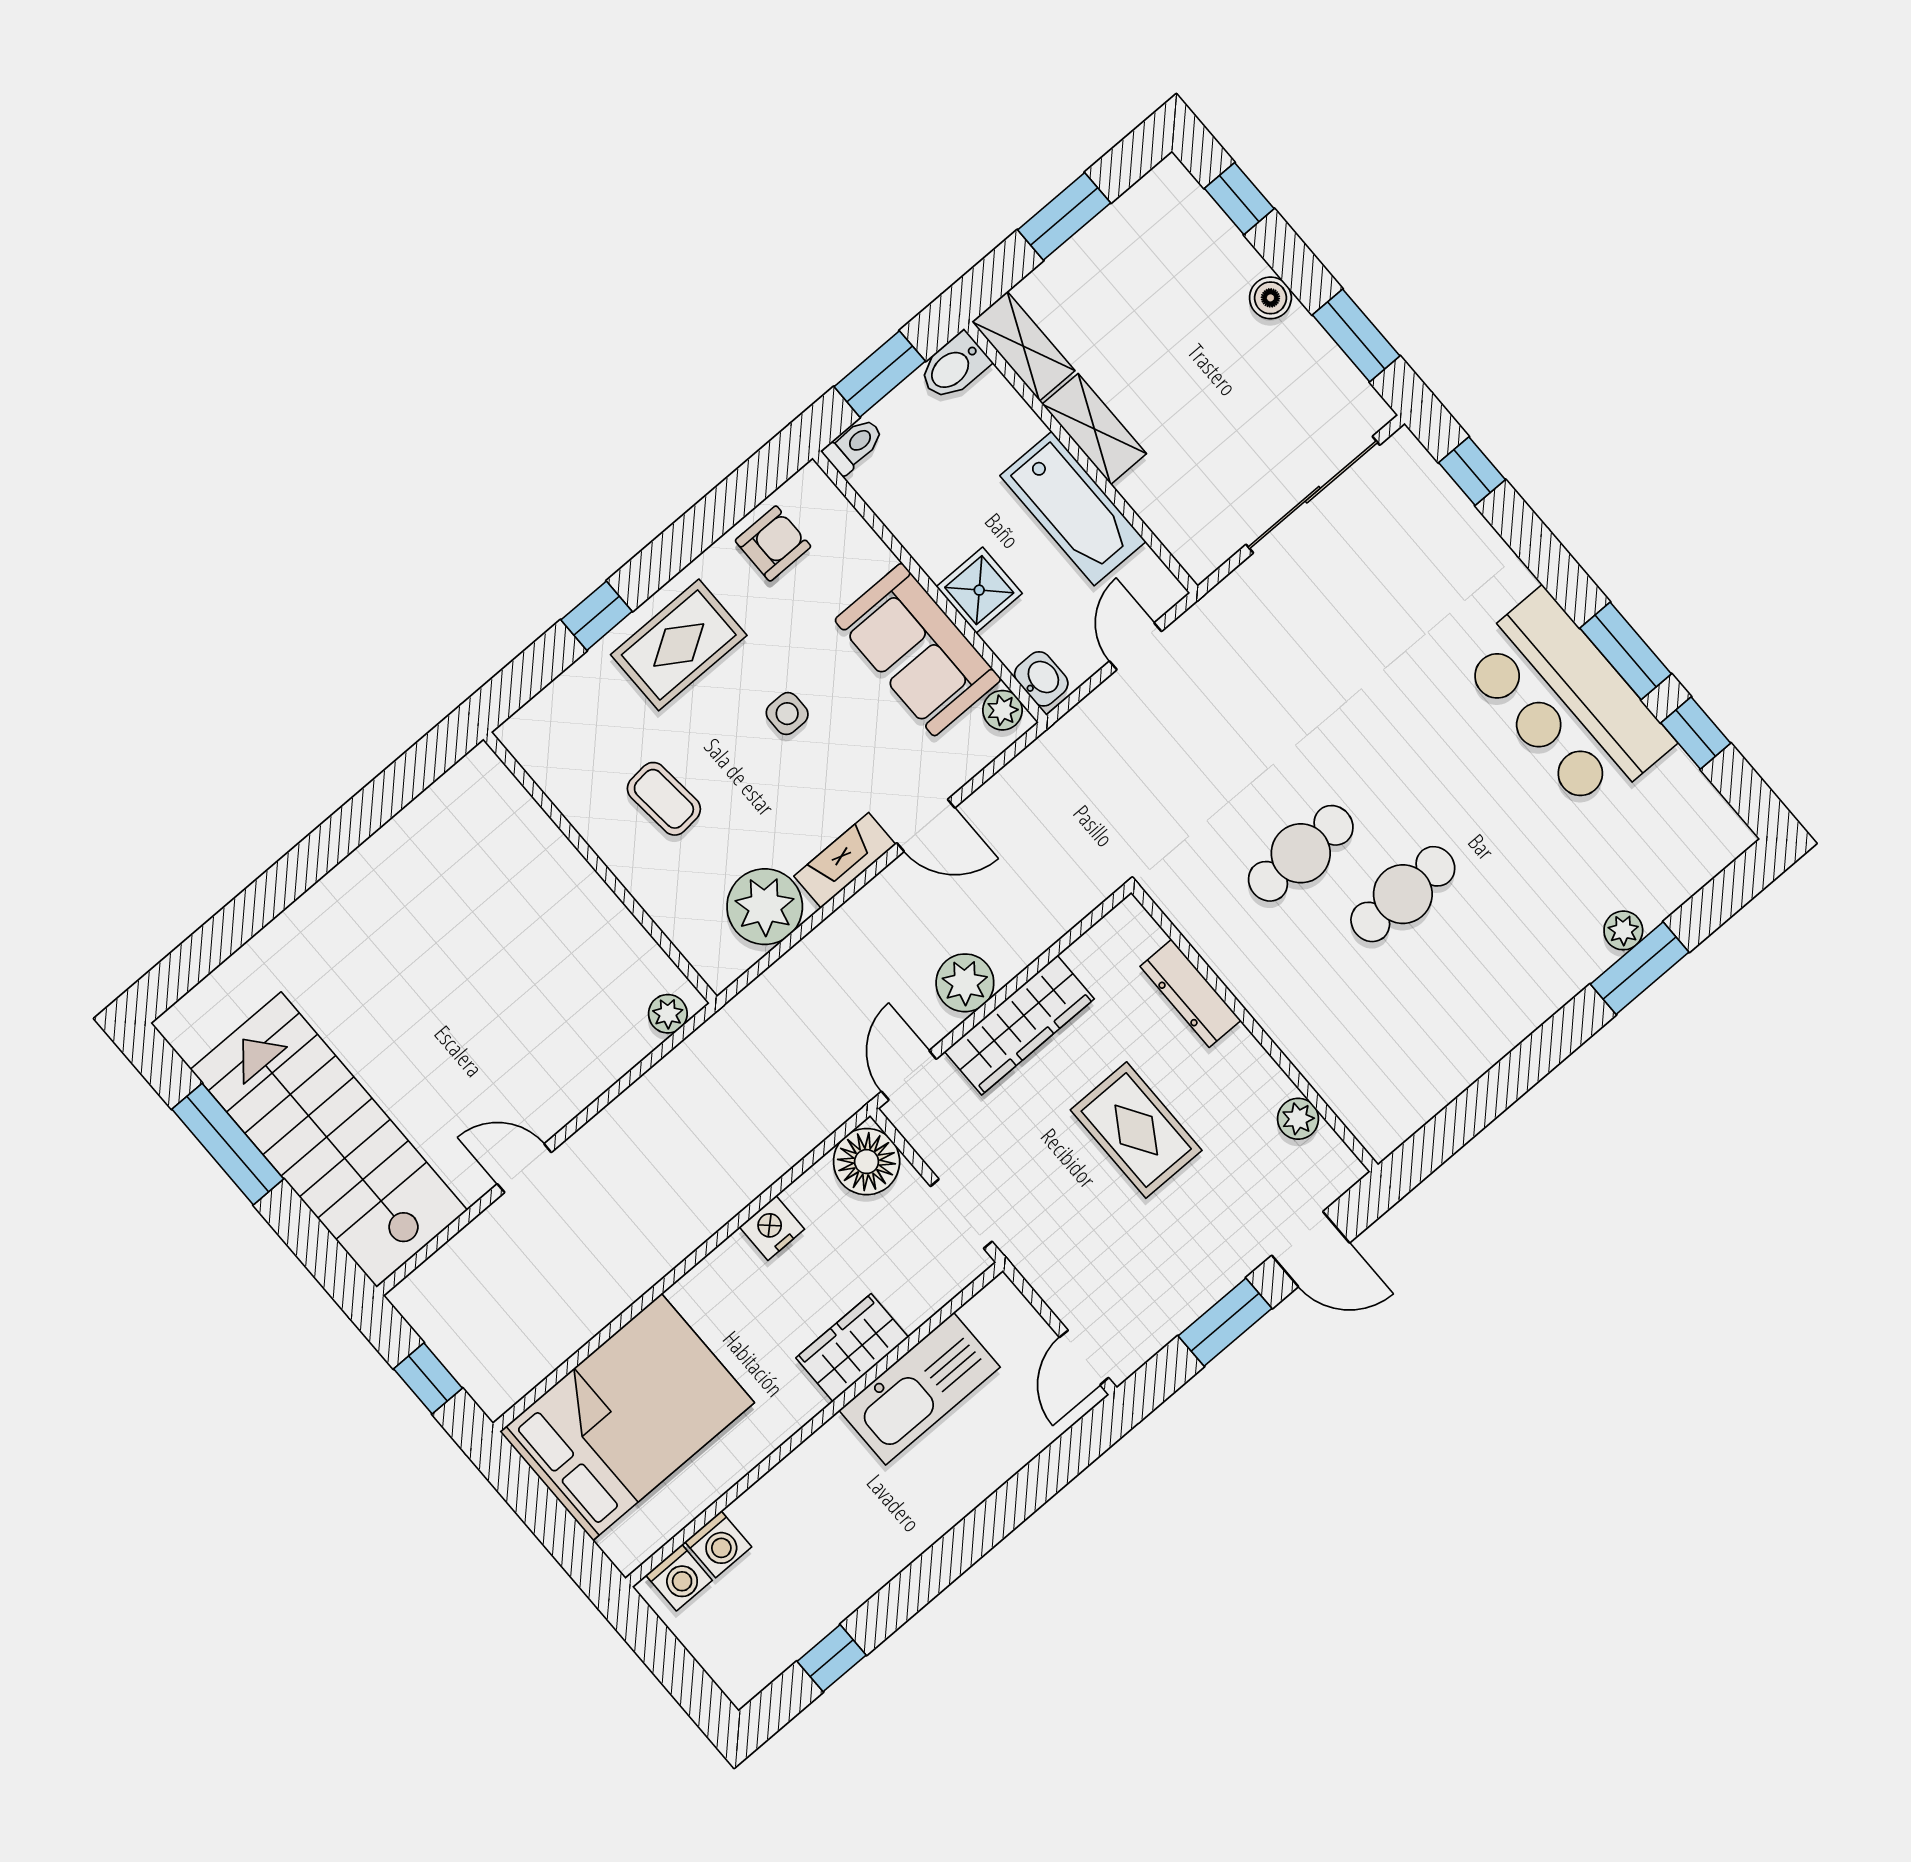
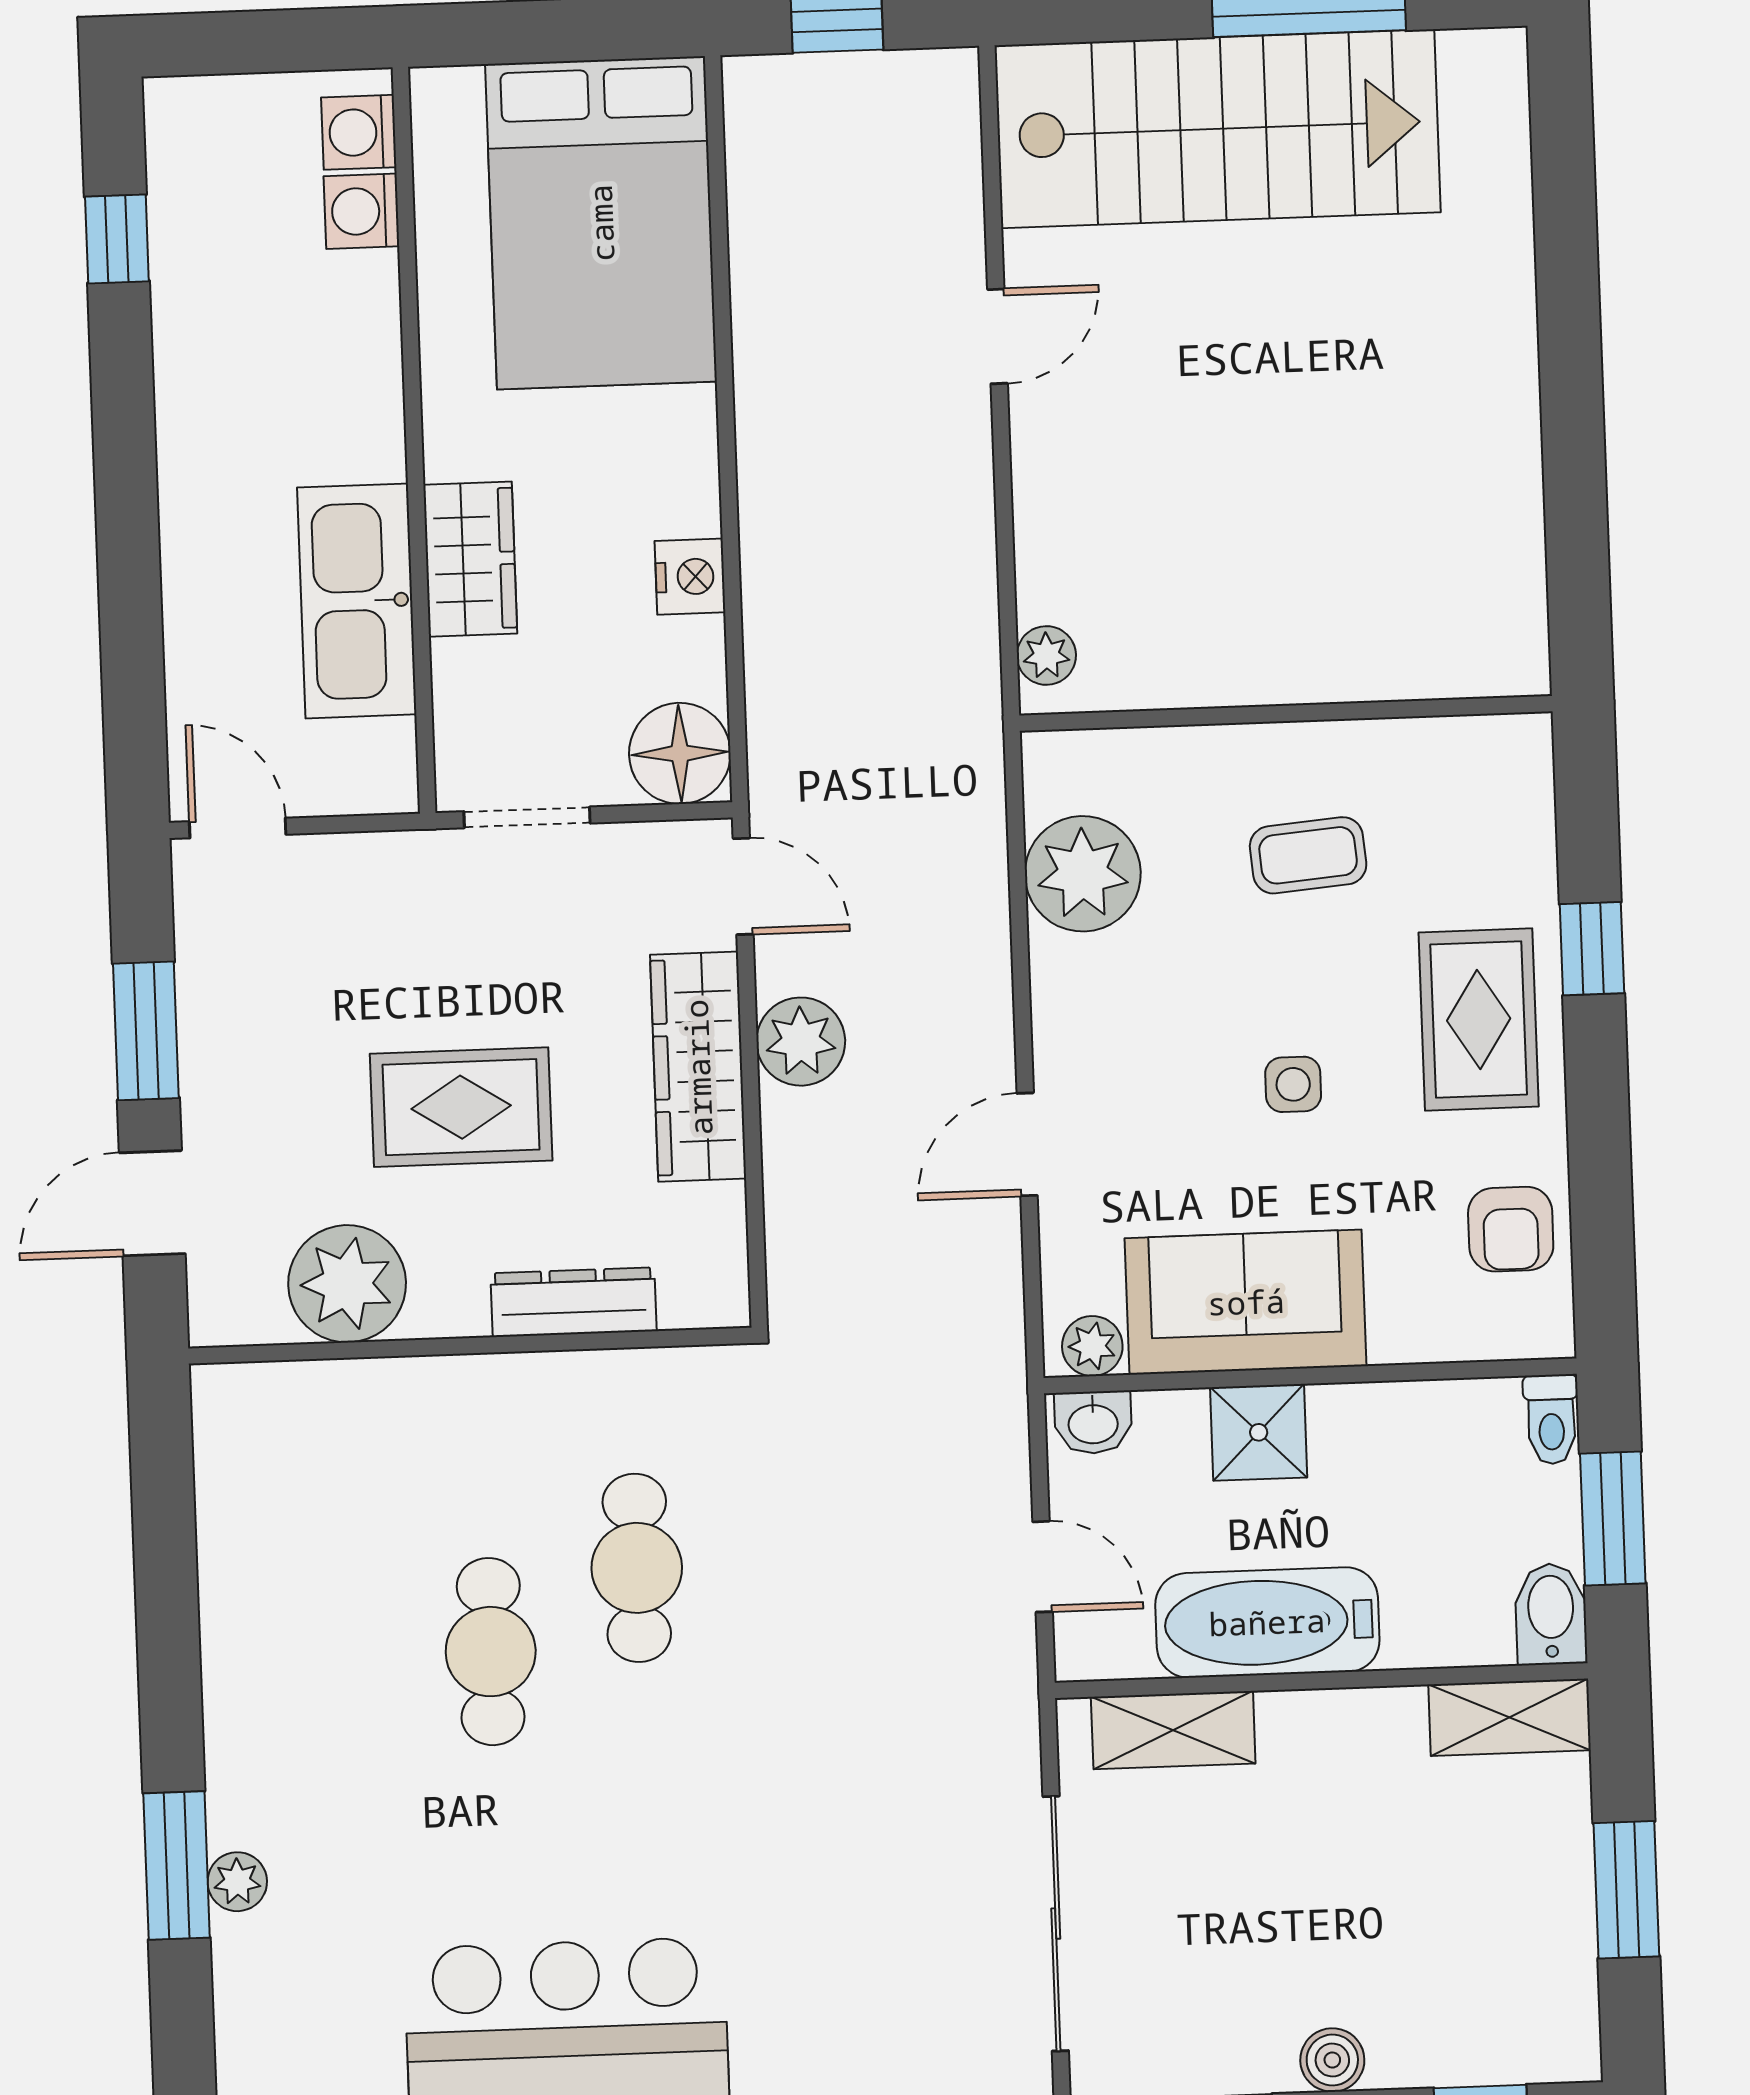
shelving: (1094, 429) -> (1173, 1730), moved
fireplace: (845, 860) -> (1062, 1014), removed
plant: (1298, 1119) -> (347, 1284), width x1.87, depth x1.87

